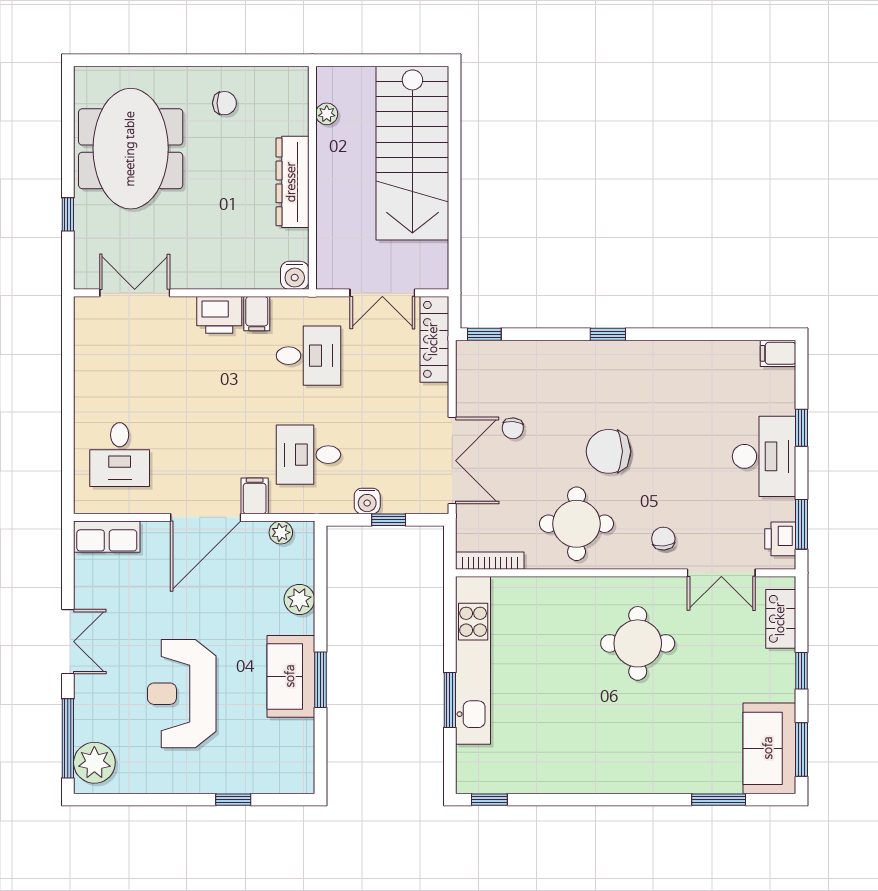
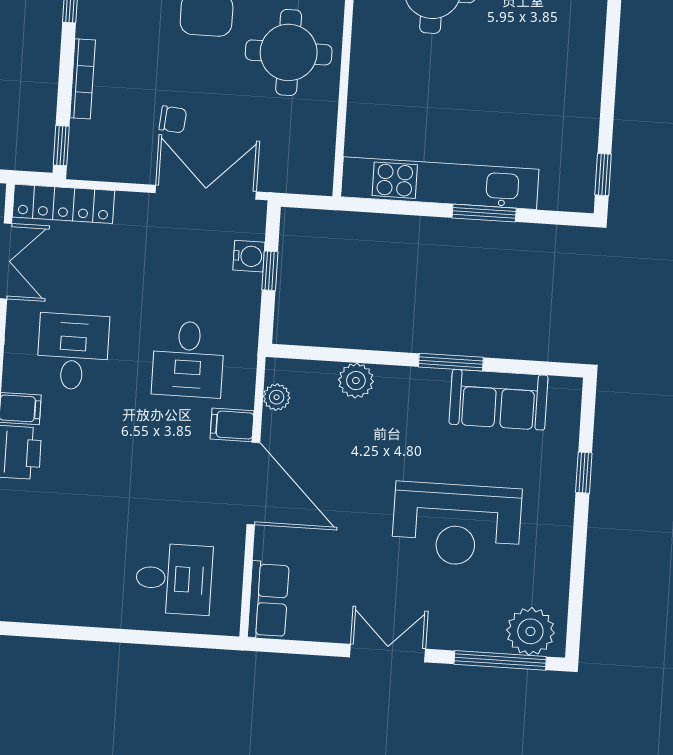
water cooler: (367, 501) -> (249, 256), moved
bookcase: (490, 561) -> (83, 79), moved, turned 180
sofa: (291, 676) -> (499, 400), moved

